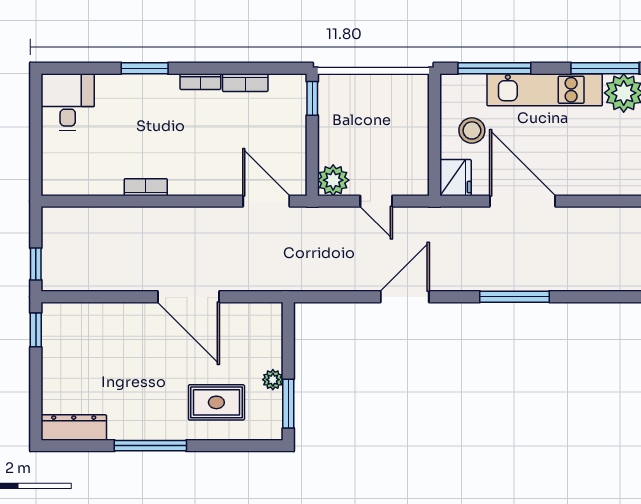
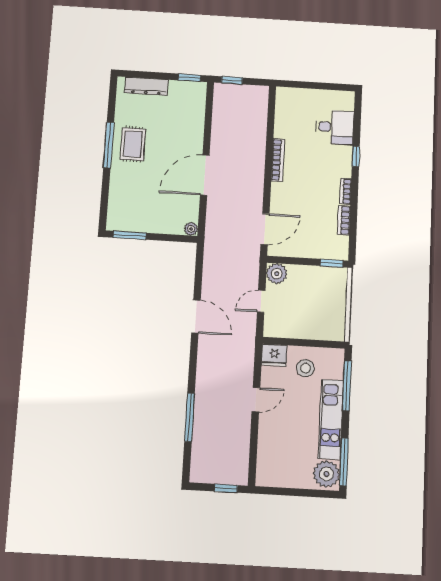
window: (145, 68) -> (356, 156), width x0.67
desk: (68, 102) -> (335, 127), moved
bookcase: (146, 187) -> (278, 160), width x1.56
door: (523, 201) -> (256, 400), width x0.53
window: (514, 297) -> (190, 417), moved
plant: (273, 380) -> (191, 229), moved
rug: (216, 402) -> (133, 144), moved
dresser: (74, 428) -> (146, 86), moved, turned 90

